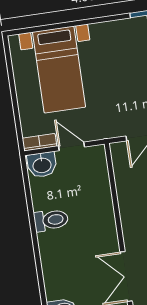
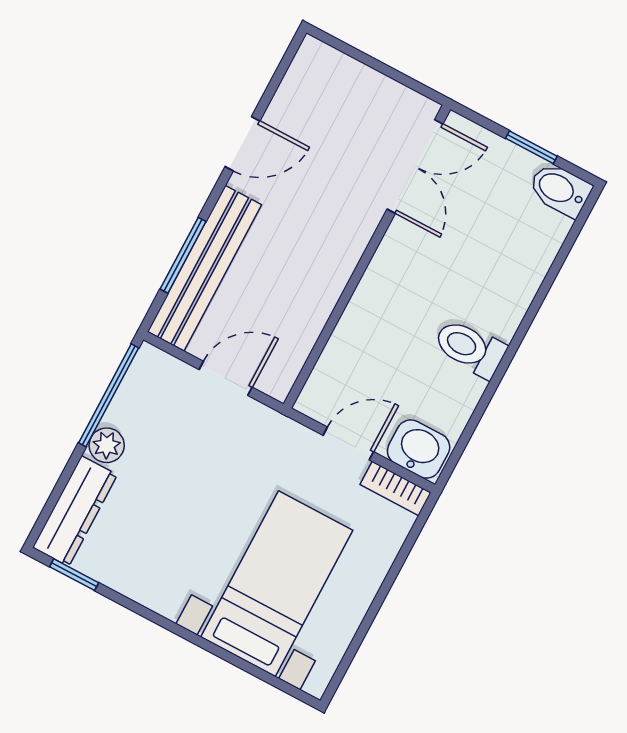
door: (72, 146) -> (348, 444), swing flipped

